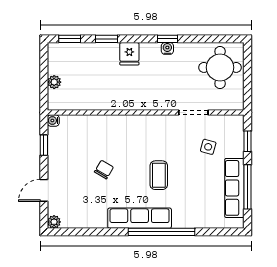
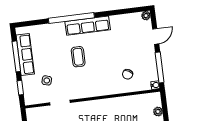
window: (44, 145) -> (160, 67), width x2.17
chair: (104, 170) -> (128, 74), moved

